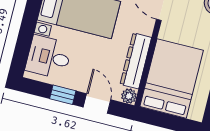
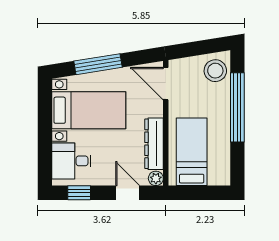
bed: (172, 78) -> (192, 152), width x0.67
window: (63, 95) -> (79, 193), moved

